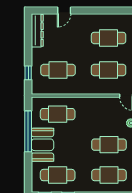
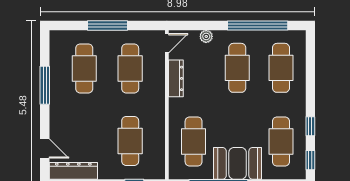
door: (64, 10) -> (45, 149), moved
window: (97, 10) -> (45, 85), added
dresser: (102, 102) -> (176, 78), added

